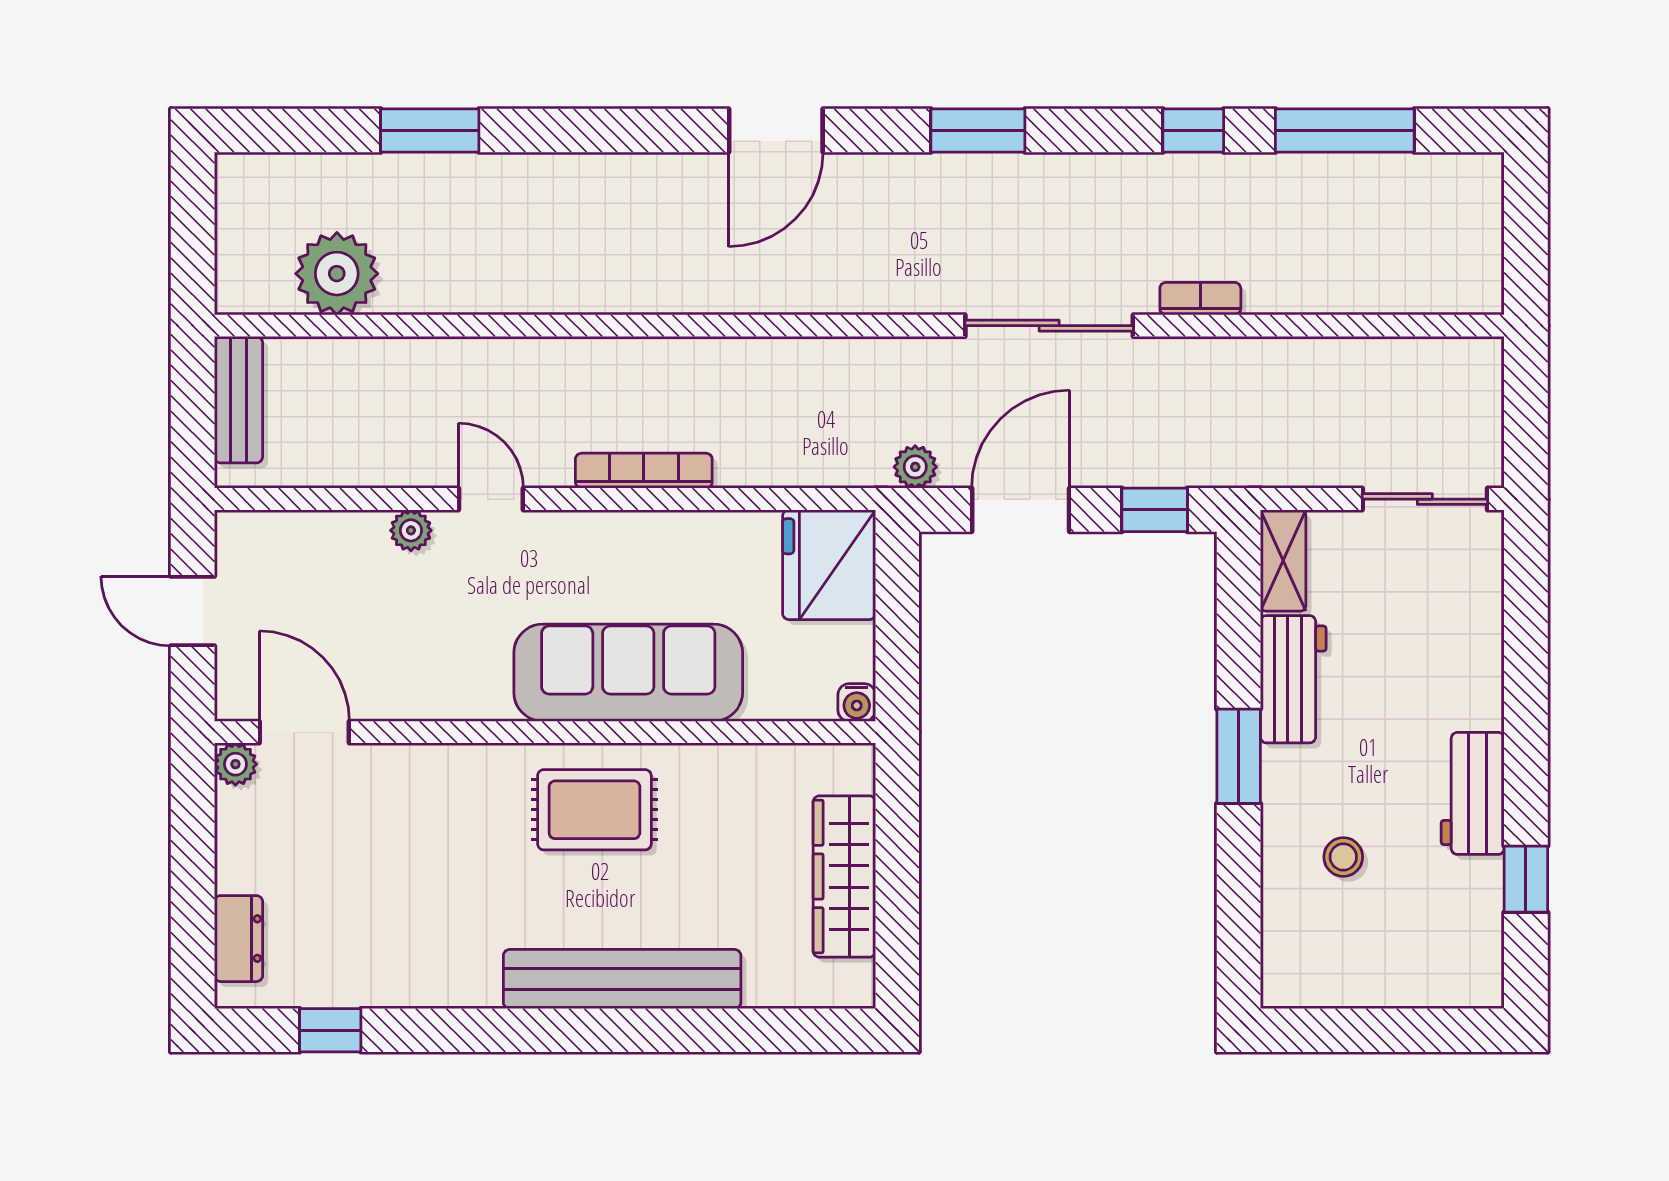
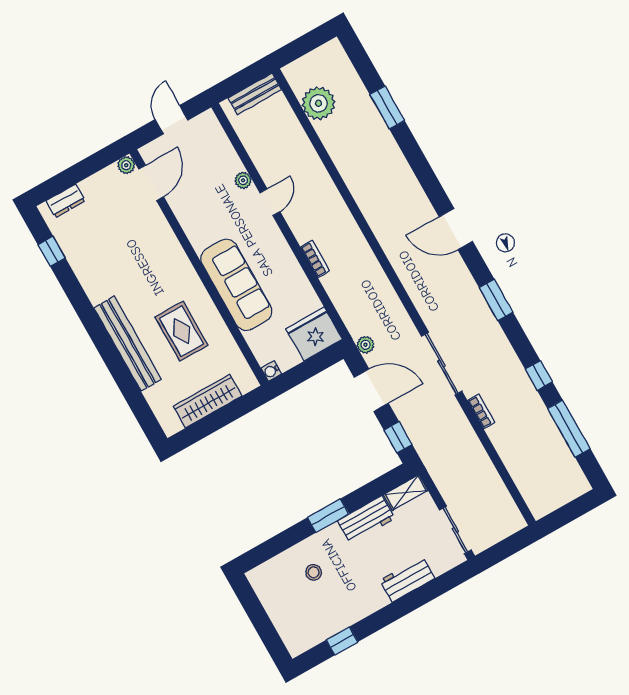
bookcase: (644, 471) -> (315, 259), width x0.64
workbench: (1473, 793) -> (407, 579), moved
rug: (594, 810) -> (181, 331), moved

